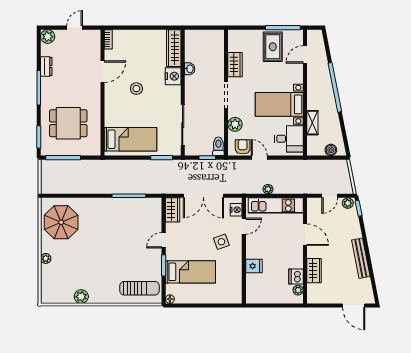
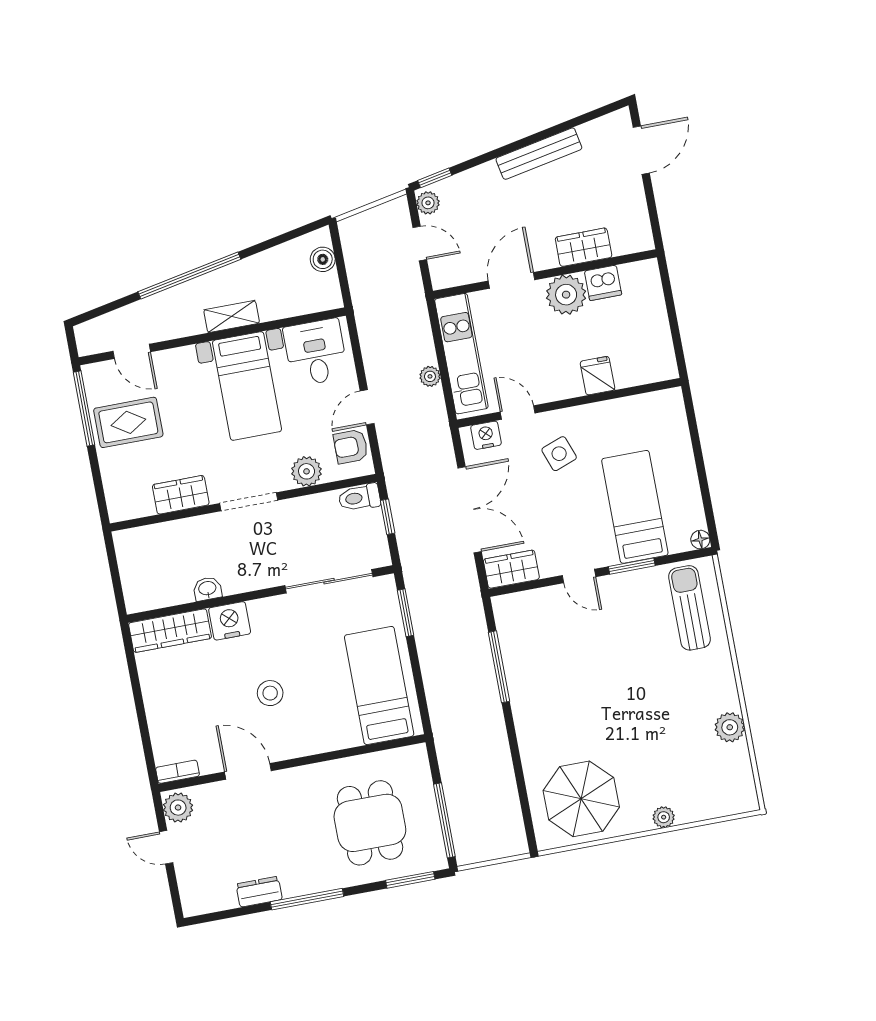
plant: (48, 37) -> (178, 808), moved
shelving: (312, 123) -> (232, 317), moved
plant: (298, 290) -> (566, 295), moved, width x1.88, depth x1.88

